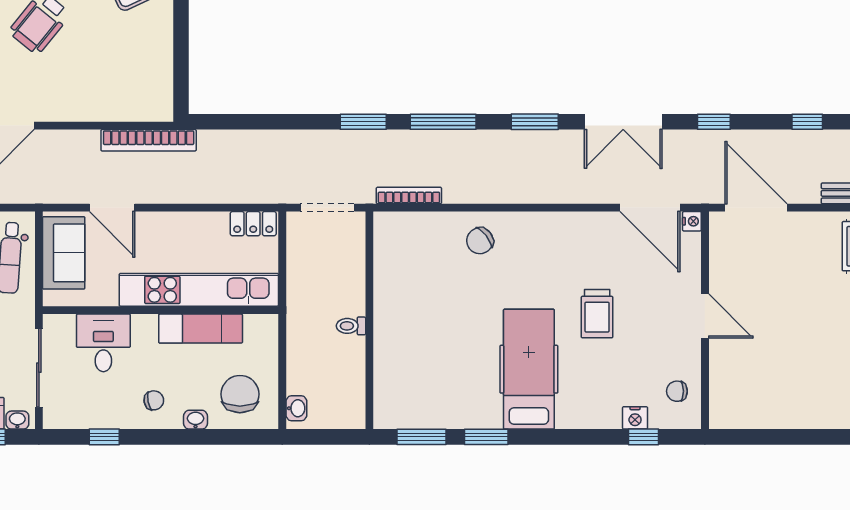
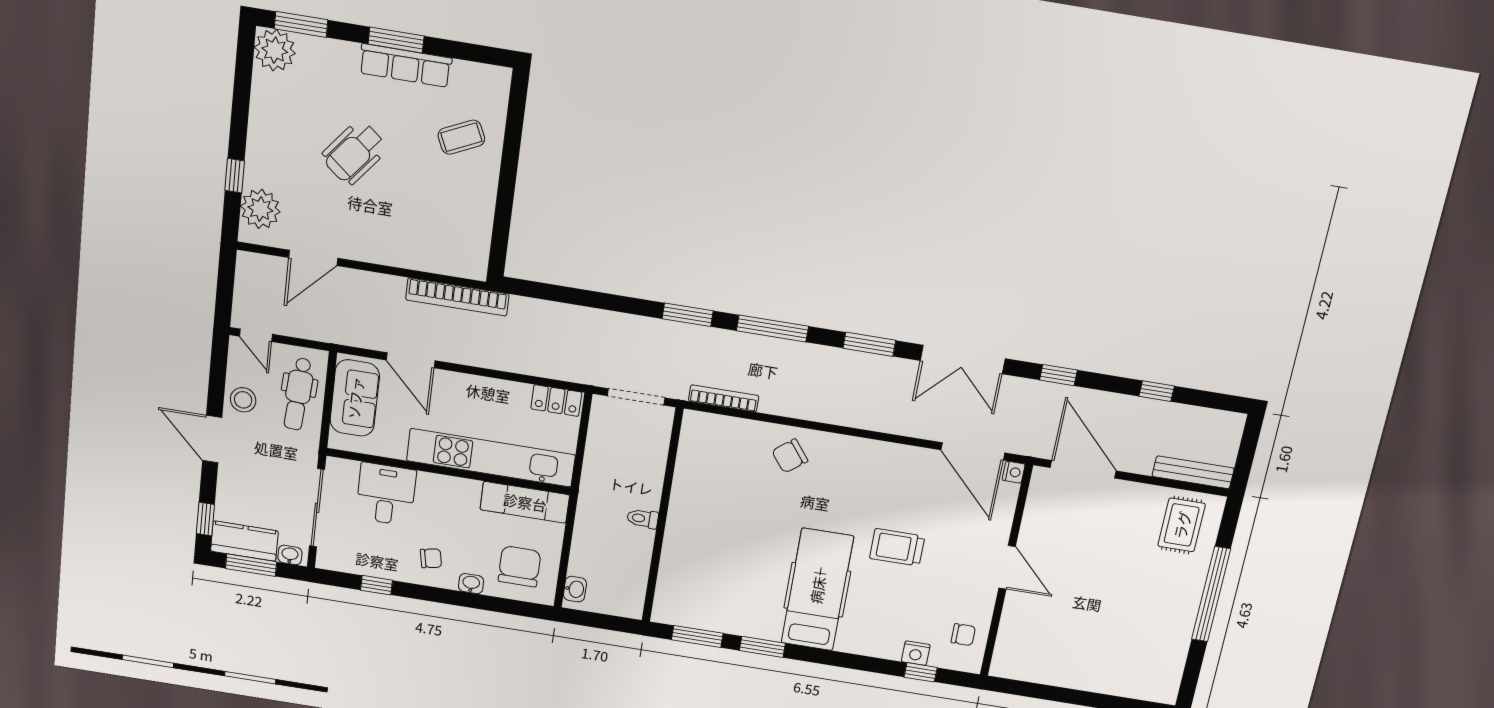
trolley: (597, 314) -> (897, 547), turned 90
exam couch: (201, 329) -> (525, 502), moved
chair: (677, 391) -> (963, 635), turned 180

